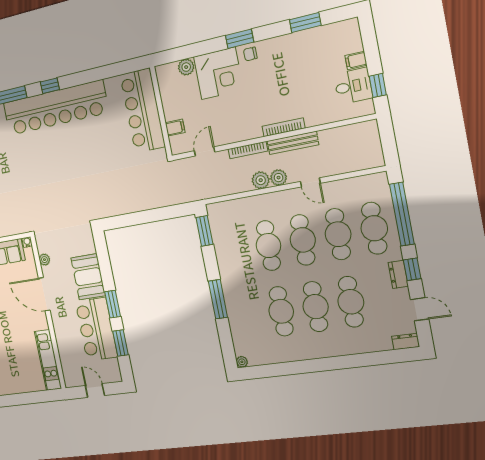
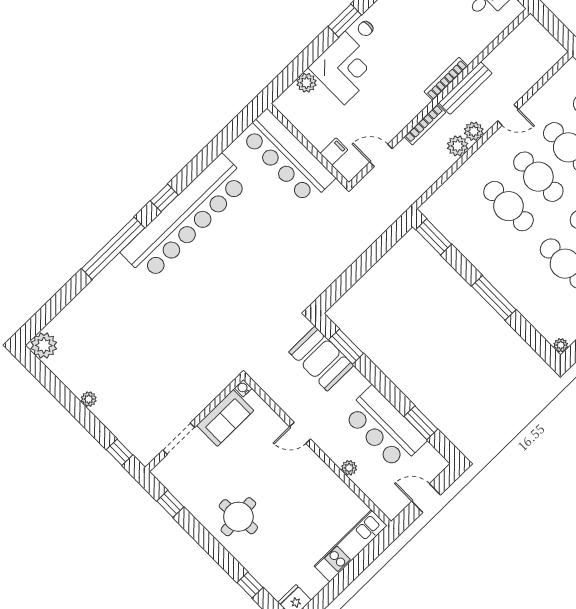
door: (205, 151) -> (381, 155), hinge flipped
plant: (44, 260) -> (349, 468), moved
booth: (88, 277) -> (321, 359), moved
door: (44, 294) -> (300, 433), width x0.53
window: (113, 304) -> (346, 347), moved
kitchen unit: (48, 360) -> (351, 546), moved, turned 90

